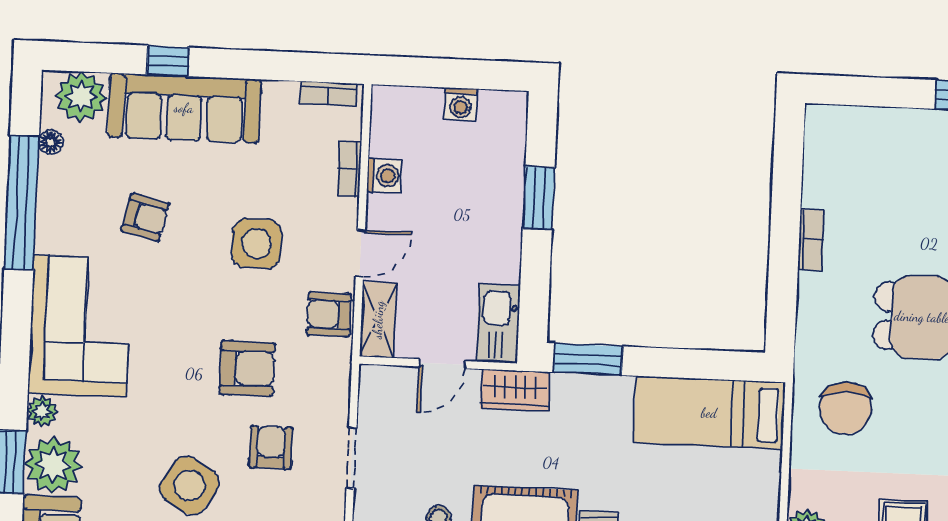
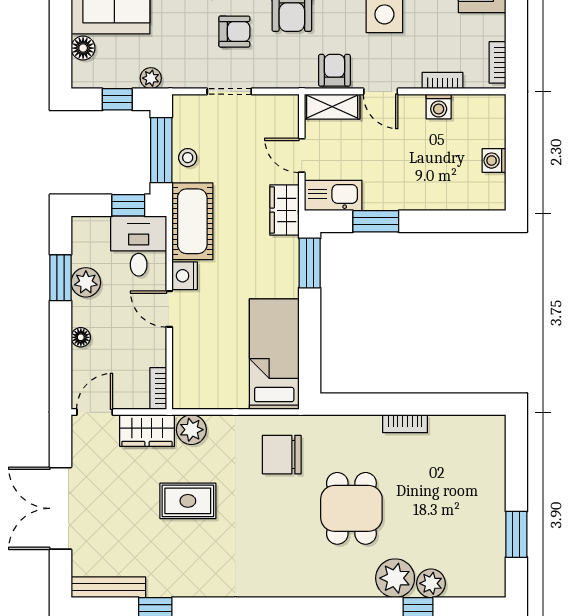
window: (539, 198) -> (376, 221), moved

